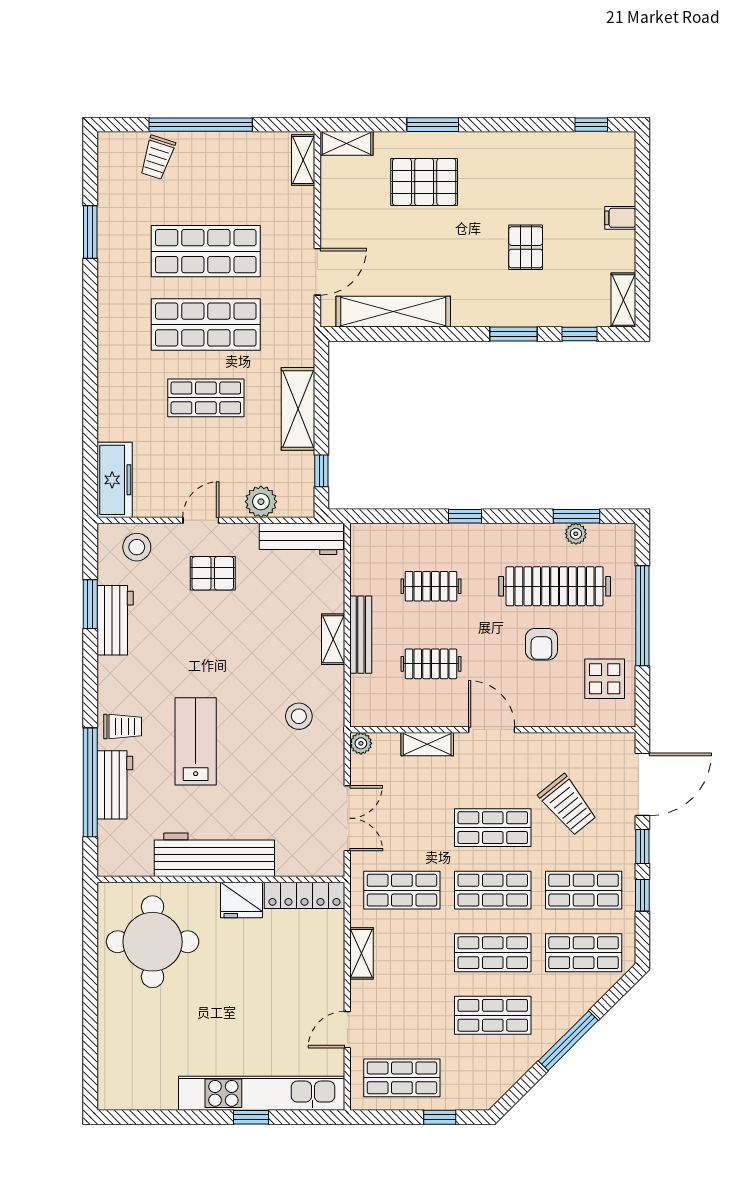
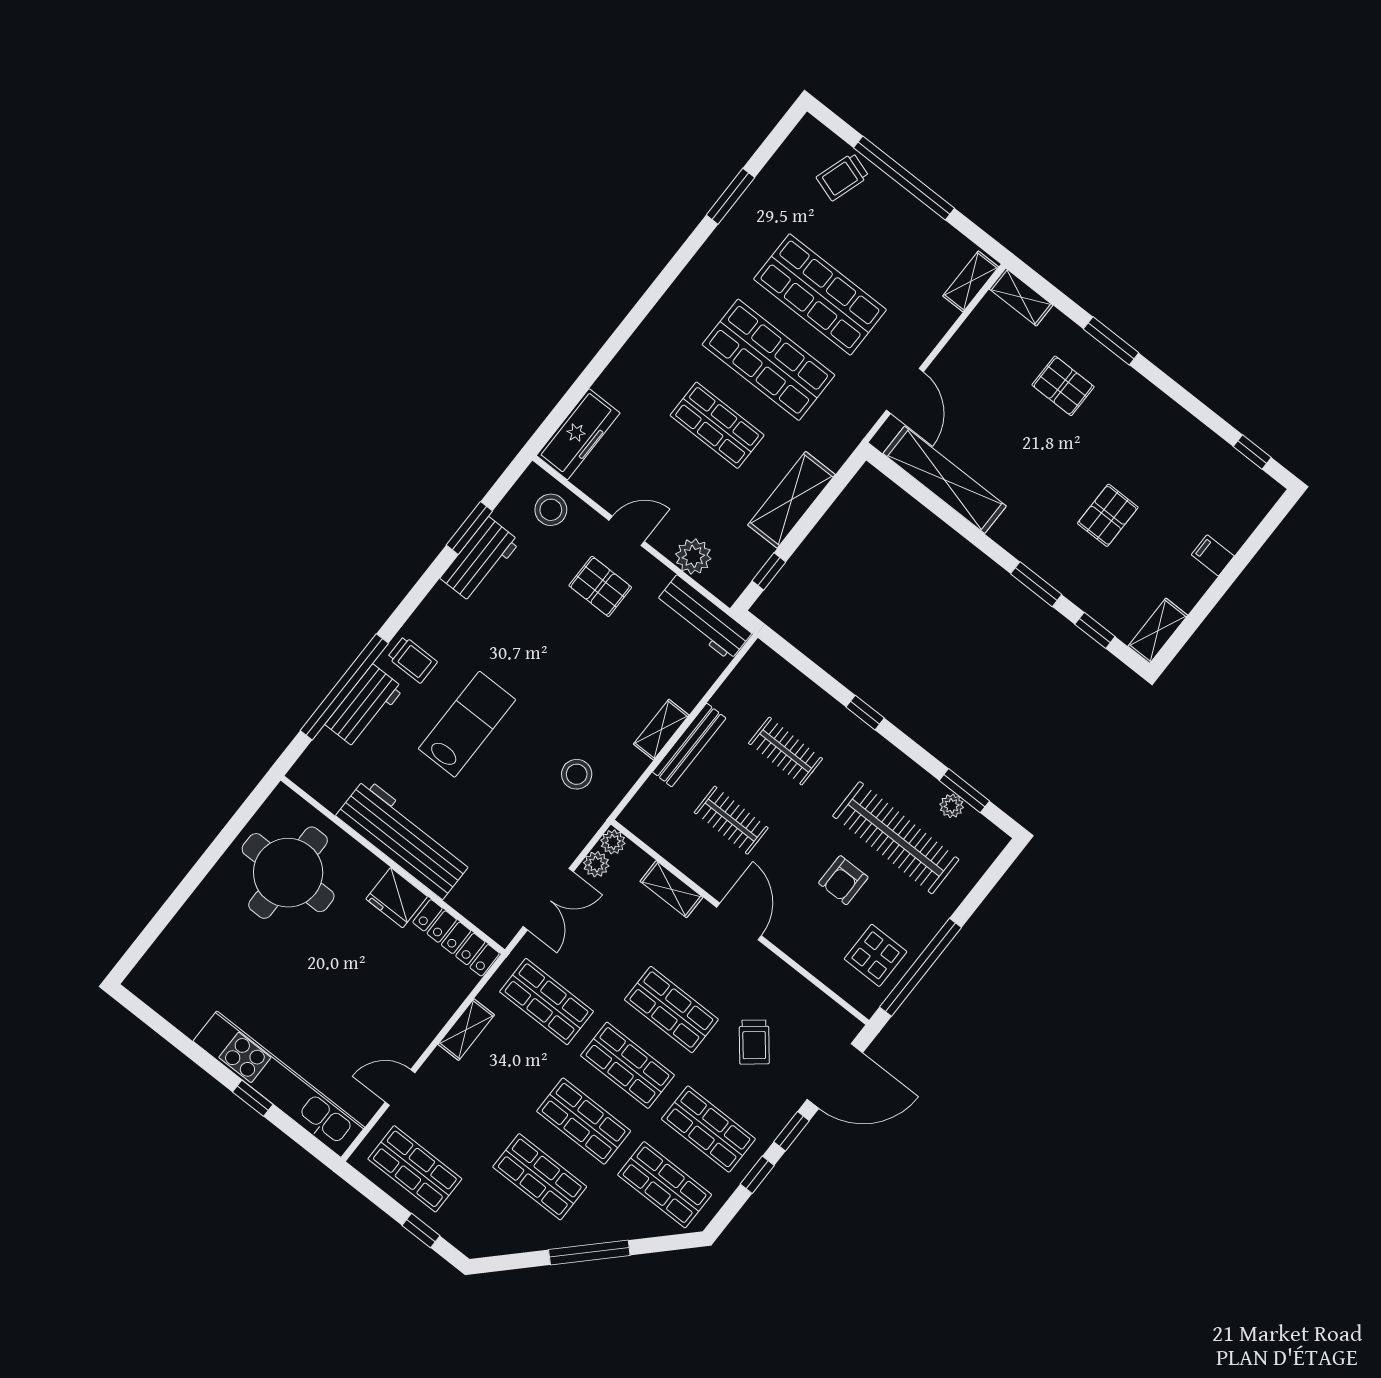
pallet: (424, 182) -> (1063, 386), width x0.67, depth x0.71
door: (317, 272) -> (905, 391), hinge flipped
window: (642, 616) -> (921, 967), moved
plant: (361, 768) -> (596, 864), added
trolley: (568, 805) -> (754, 1042), width x0.73, depth x0.72

